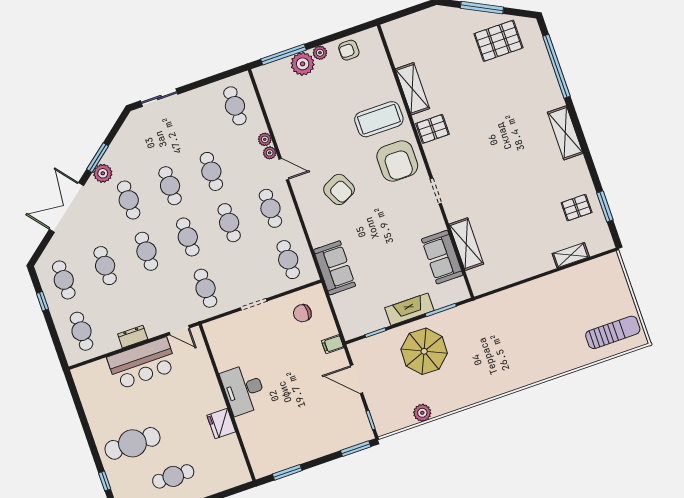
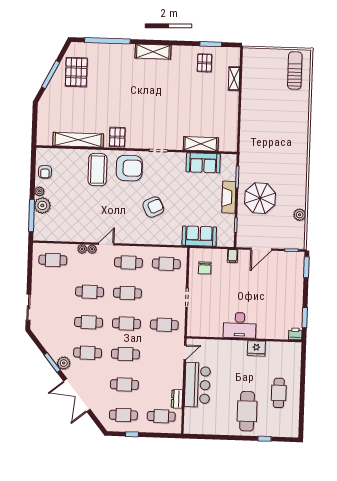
shelving: (412, 89) -> (78, 140), width x1.47
armchair: (339, 189) -> (153, 207), moved
sofa: (335, 268) -> (199, 236), moved
dresser: (133, 337) -> (177, 399), moved
printer: (261, 468) -> (295, 334), added

